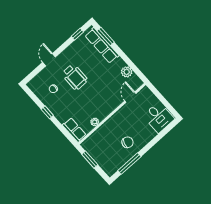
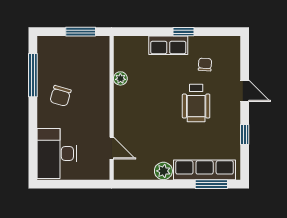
window: (77, 34) -> (245, 134), moved
plant: (127, 72) -> (163, 171), moved
wheelchair: (75, 77) -> (196, 103), turned -90
desk: (159, 117) -> (57, 153), width x1.37
row of seats: (74, 130) -> (168, 45), moved

